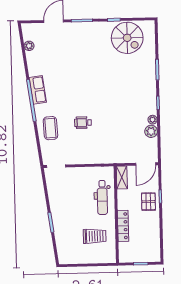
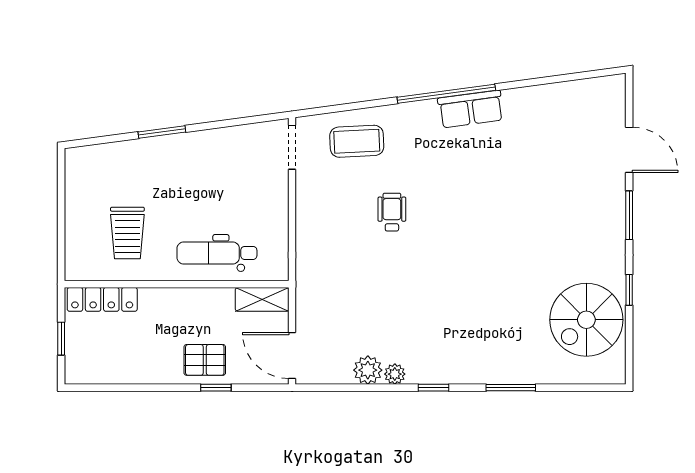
plant: (29, 46) -> (573, 91), removed
coffee table: (50, 128) -> (357, 141), moved
locker: (123, 226) -> (102, 299), moved

